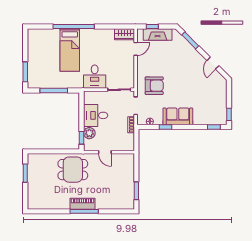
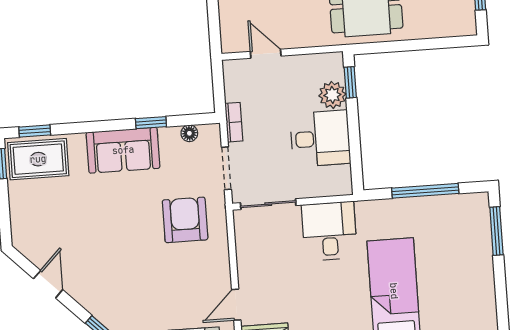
armchair: (154, 86) -> (185, 220), turned 90
rug: (213, 115) -> (38, 159), added
door: (105, 152) -> (266, 54), moved

